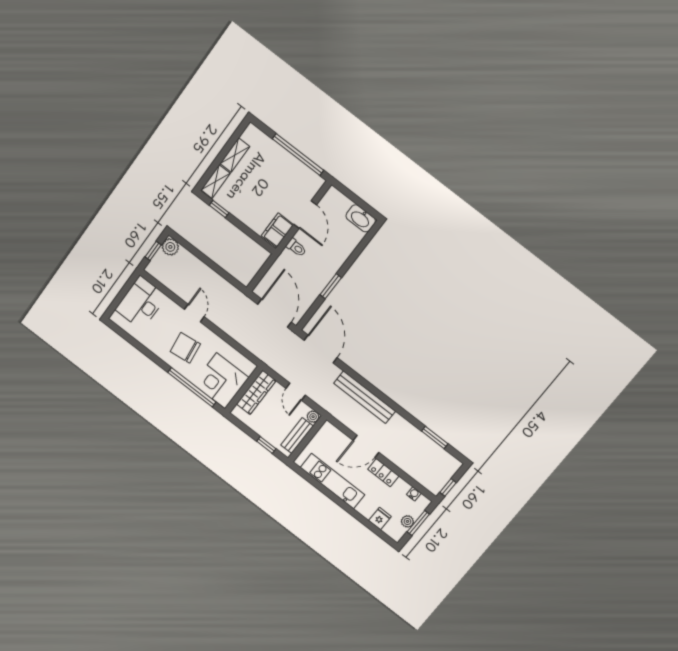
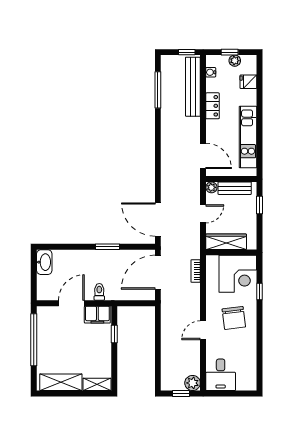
shelving: (235, 155) -> (61, 382), width x1.50, depth x1.33
window: (219, 209) -> (114, 334), moved
plant: (170, 247) -> (193, 383), moved
desk: (141, 303) -> (221, 375), width x0.73
bookcase: (251, 347) -> (196, 271), added
door: (321, 349) -> (158, 220), hinge flipped
window: (192, 387) -> (259, 291), width x0.32
bench: (365, 397) -> (193, 87), moved
window: (435, 437) -> (158, 90), width x1.44
door: (366, 446) -> (203, 156), moved
window: (418, 523) -> (230, 52), width x0.67

